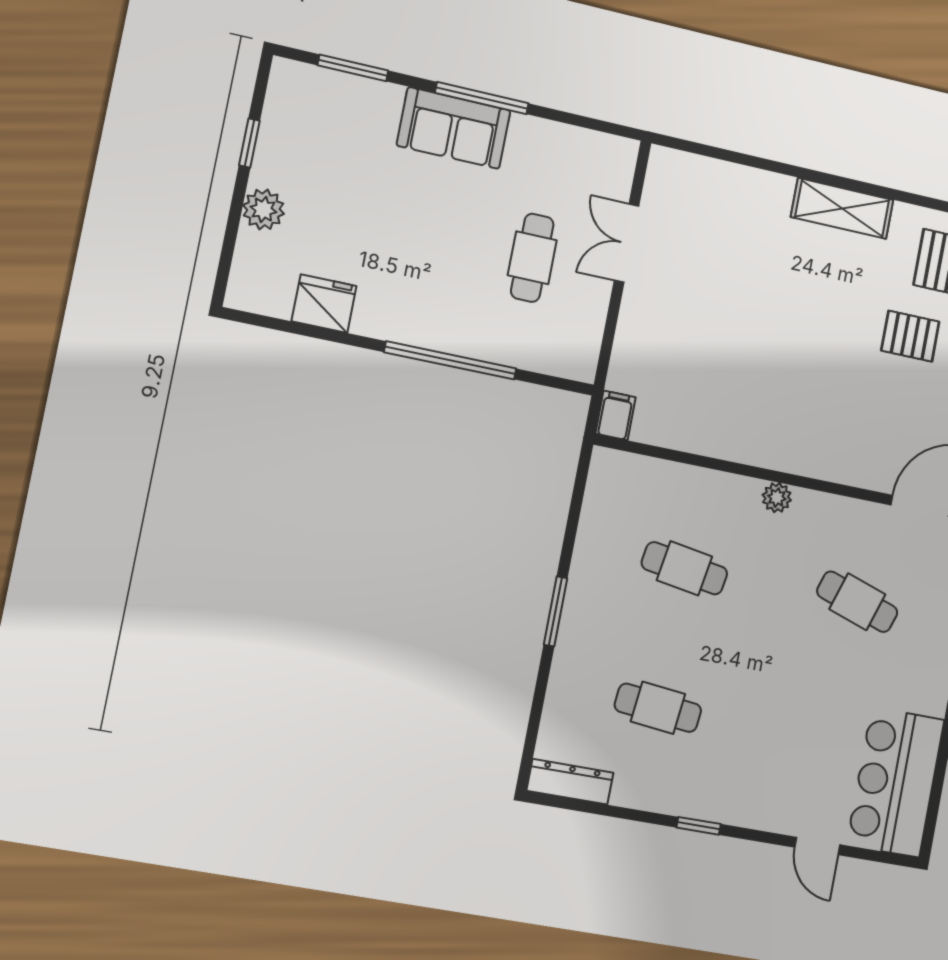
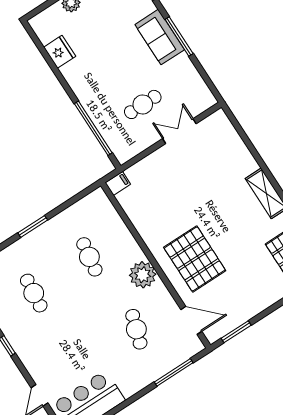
pallet: (910, 336) -> (195, 259), moved, width x2.05, depth x2.00
window: (451, 360) -> (93, 128), moved
plant: (777, 498) -> (143, 275), width x1.88, depth x1.88

